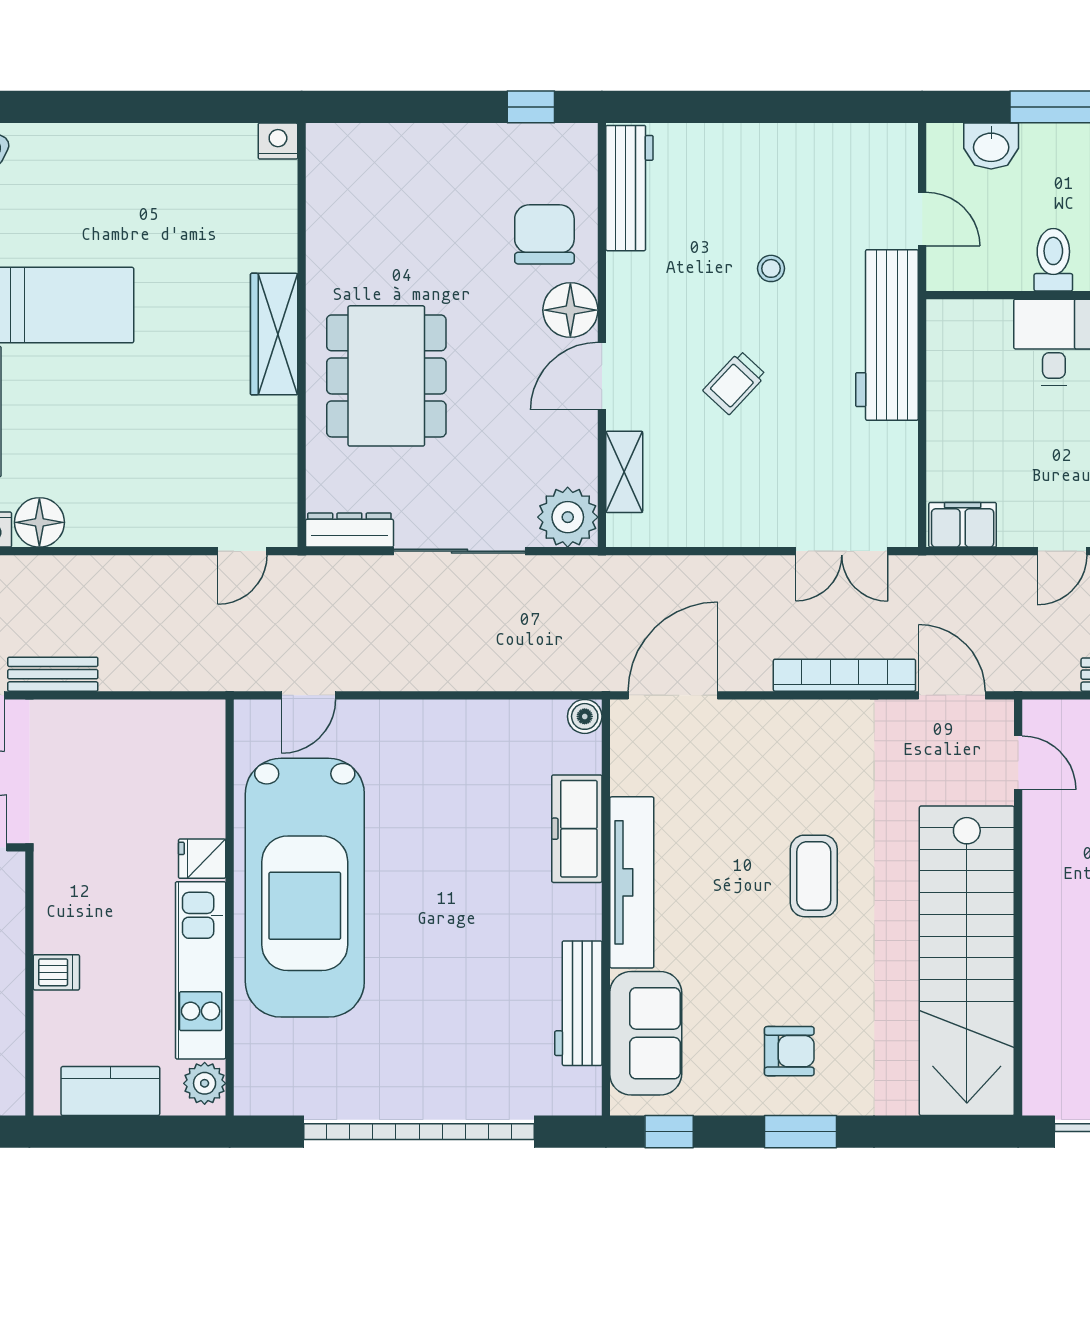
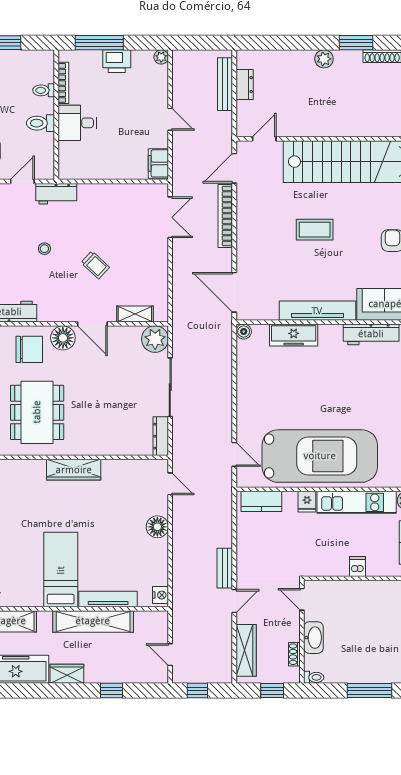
chair: (544, 234) -> (29, 349), turned 180
workbench: (887, 335) -> (56, 194), width x0.53, depth x0.76
dining table: (386, 376) -> (37, 412), moved, turned 90
floor lamp: (39, 522) -> (157, 527), moved
kitchen counter: (203, 756) -> (261, 501), added

